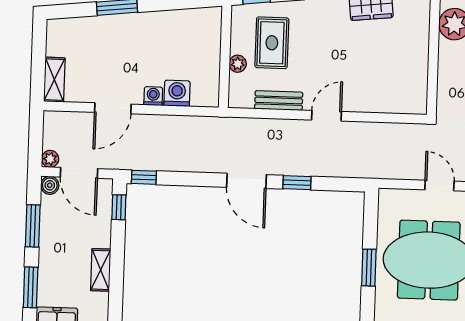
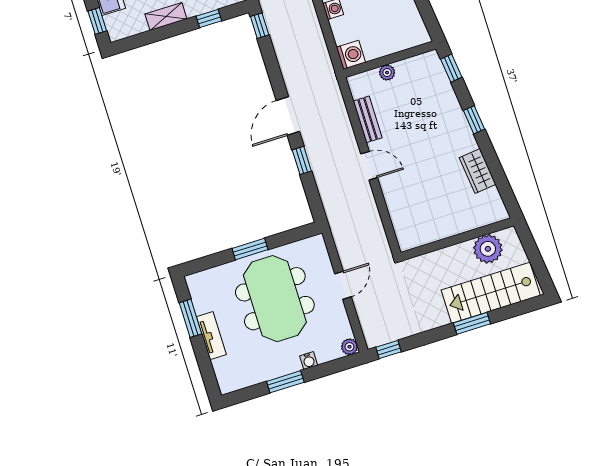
rug: (272, 43) -> (416, 96), removed
washing machine: (177, 93) -> (351, 55), moved
window: (119, 207) -> (209, 18), moved

